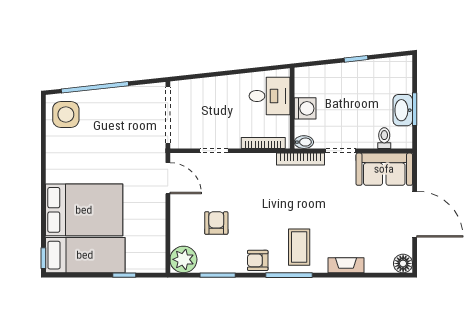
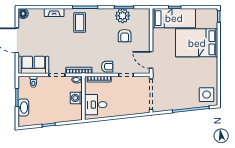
washbasin: (403, 110) -> (23, 107), moved
bed: (85, 255) -> (174, 18), moved, turned 180
plant: (183, 259) -> (123, 16), moved
armchair: (258, 260) -> (107, 67), moved

